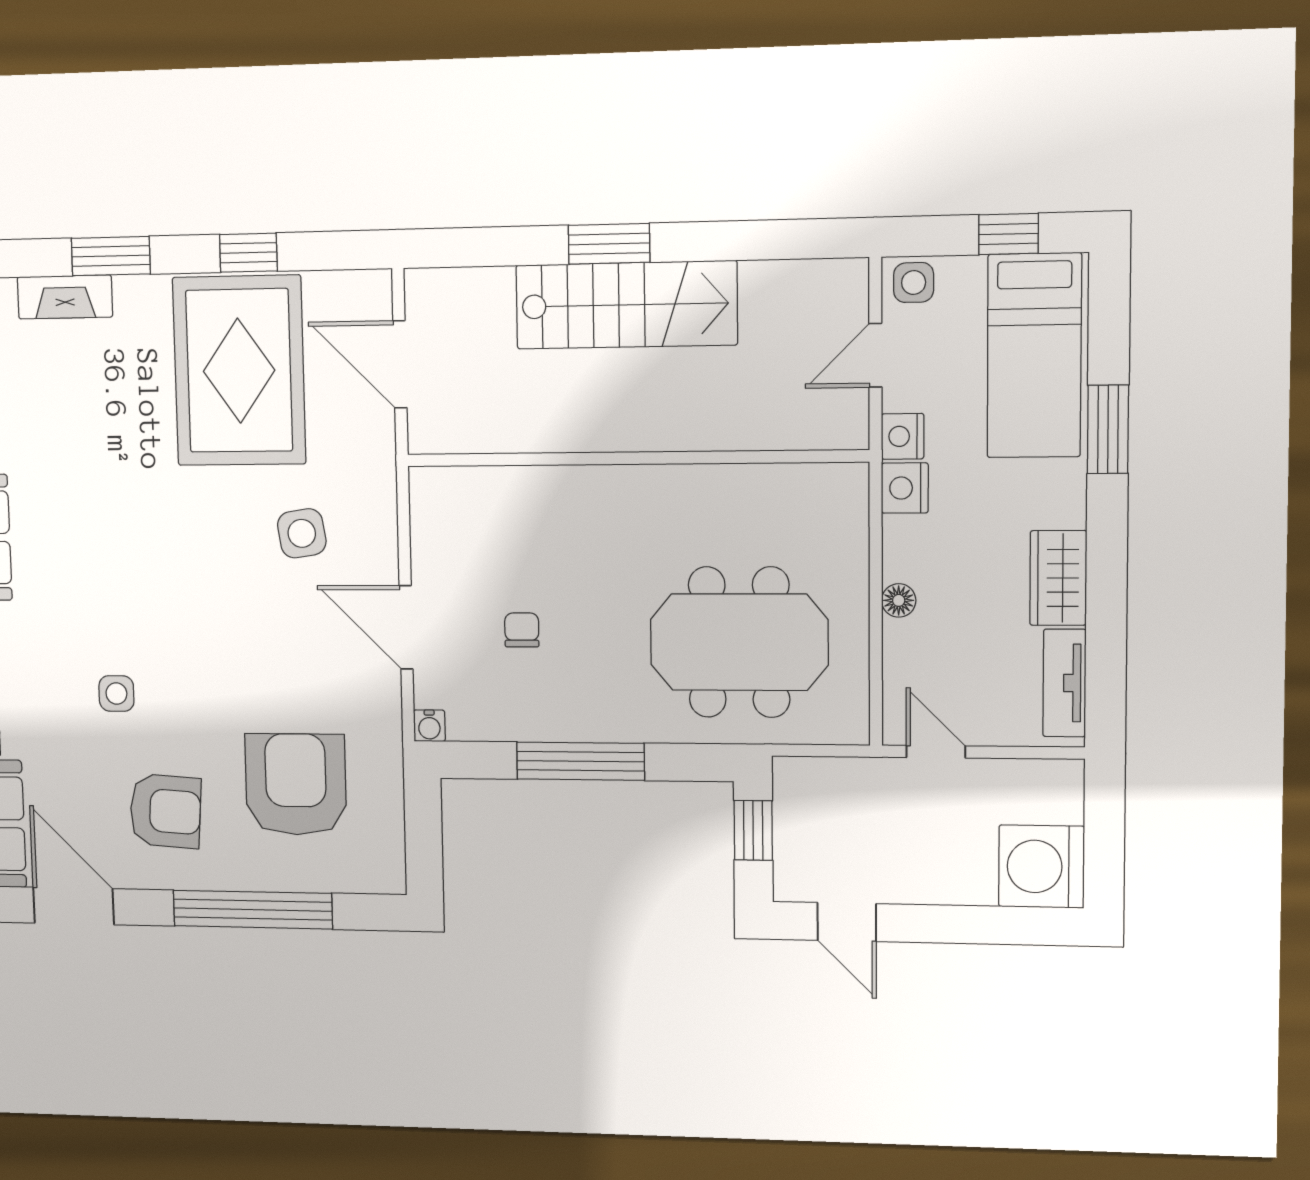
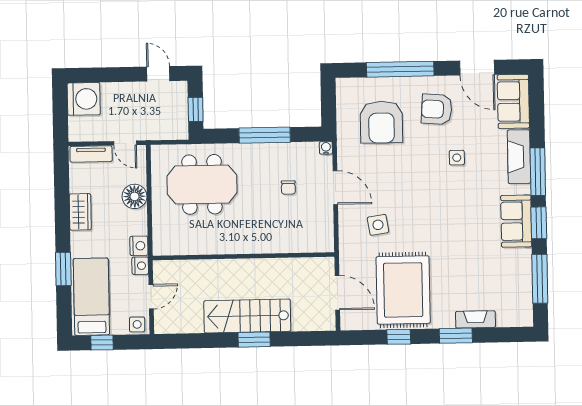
floor lamp: (899, 600) -> (135, 196), width x1.89, depth x1.89
tv unit: (1064, 683) -> (91, 154), moved, turned 90

